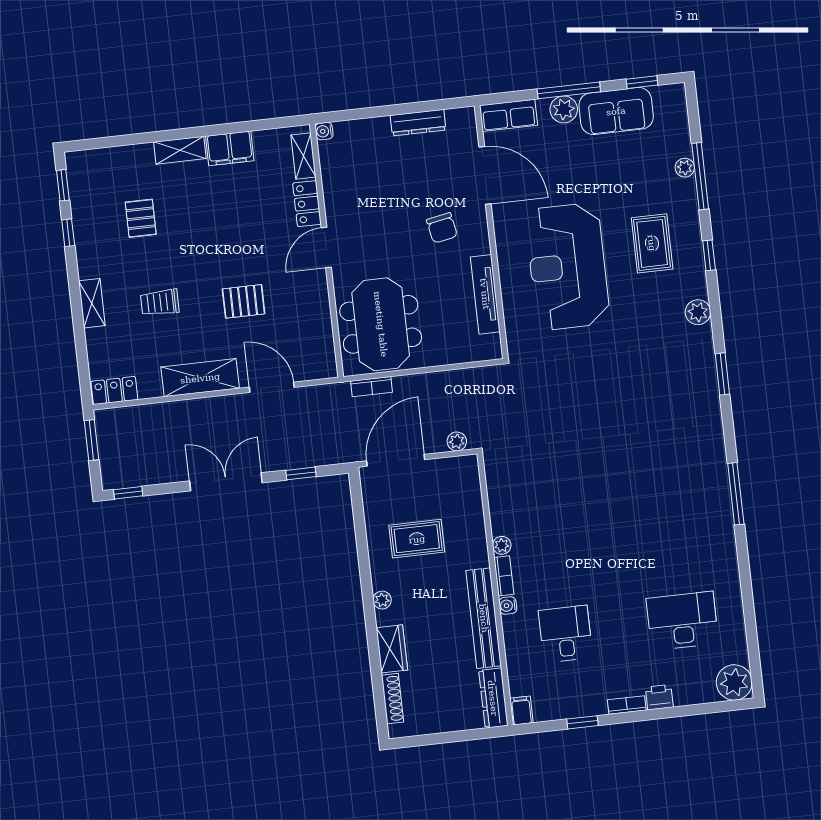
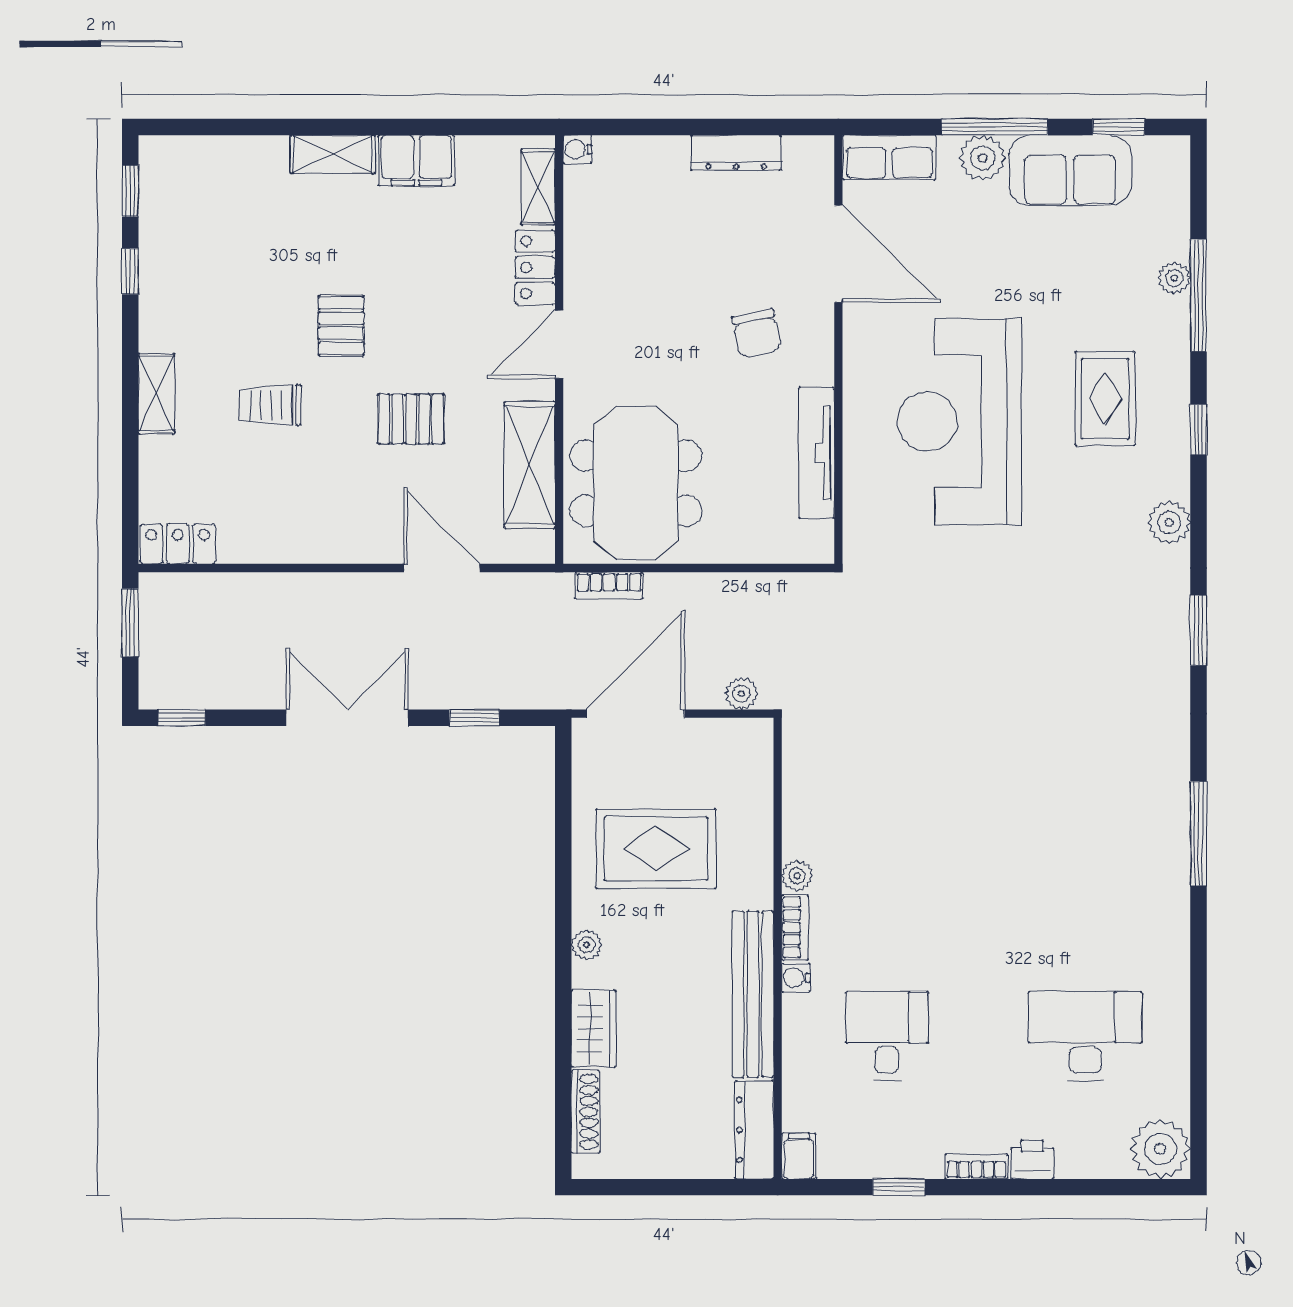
pallet: (141, 218) -> (341, 326), moved
shelving: (200, 378) -> (530, 465), moved, turned 90
rug: (417, 539) -> (656, 849), width x1.36, depth x1.43

